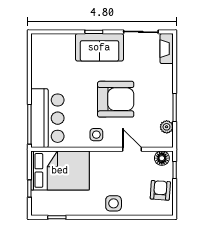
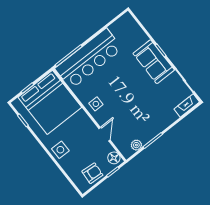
armchair: (116, 99) -> (128, 98), removed
bar counter: (47, 118) -> (89, 59), width x1.36
bed: (60, 170) -> (50, 102), width x1.36

